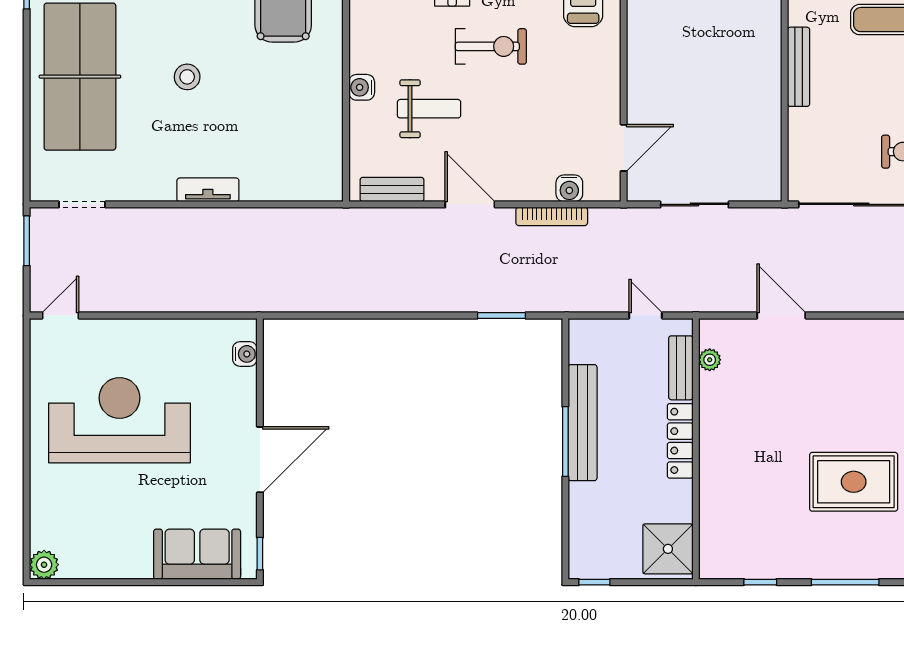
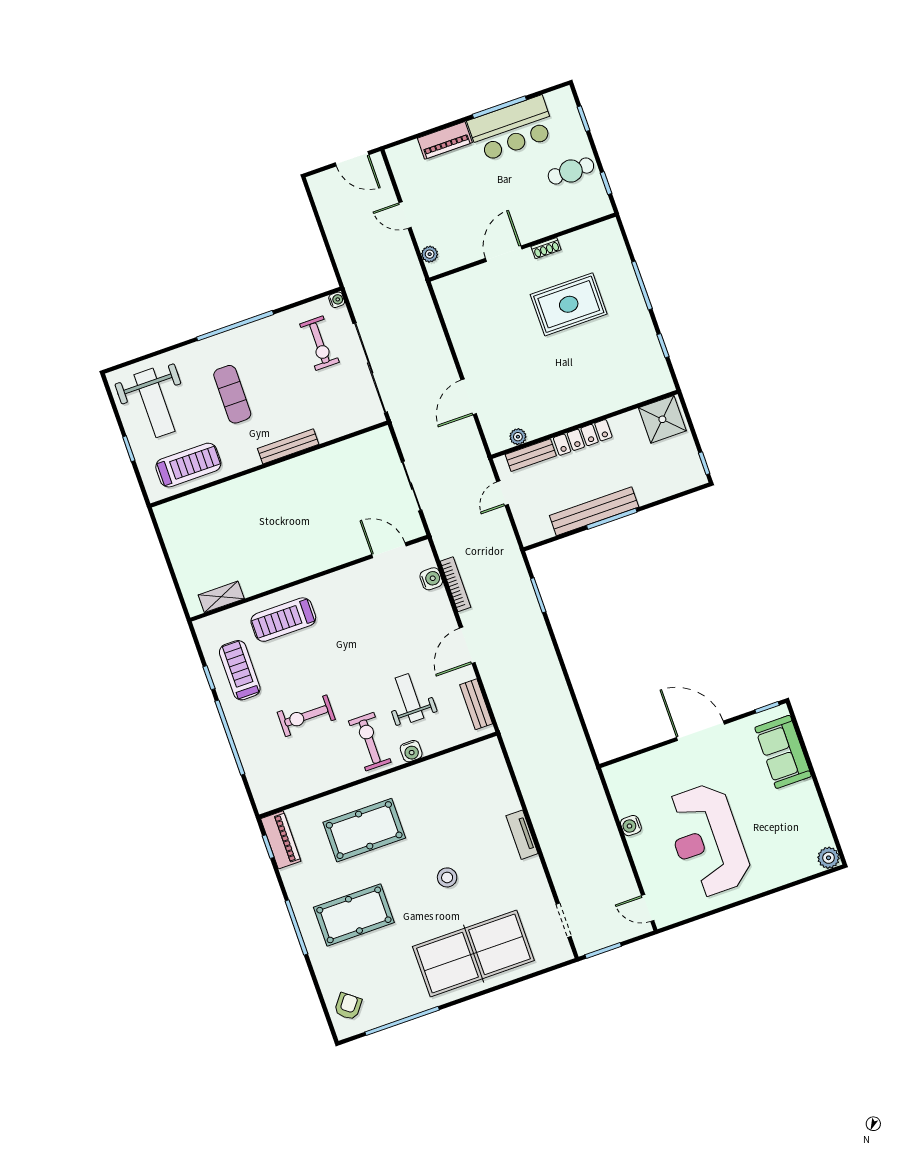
exercise bike: (491, 46) -> (370, 742), moved
water cooler: (245, 354) -> (631, 826), moved, turned -90
rug: (854, 482) -> (569, 304), turned 90

